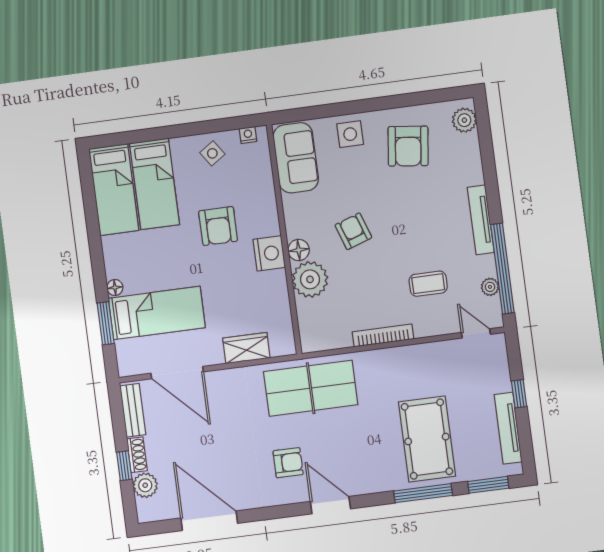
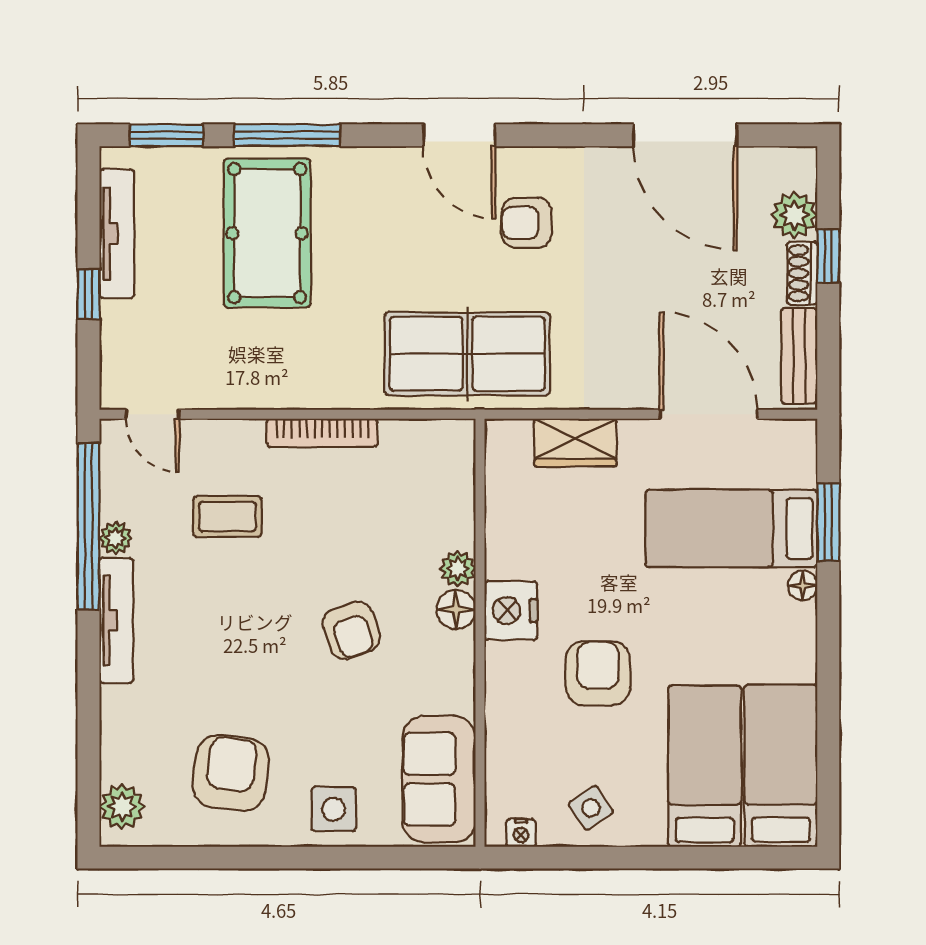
plant: (310, 279) -> (458, 569), width x0.53, depth x0.53
plant: (490, 287) -> (116, 538), moved

